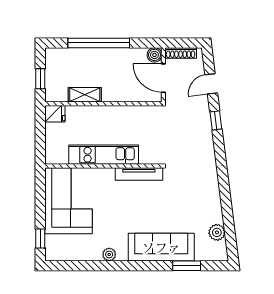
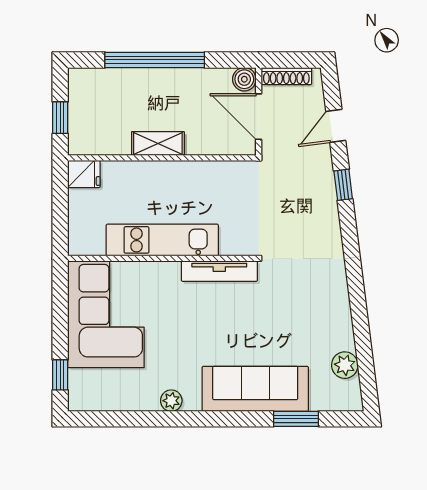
shelving: (85, 95) -> (158, 144), moved

